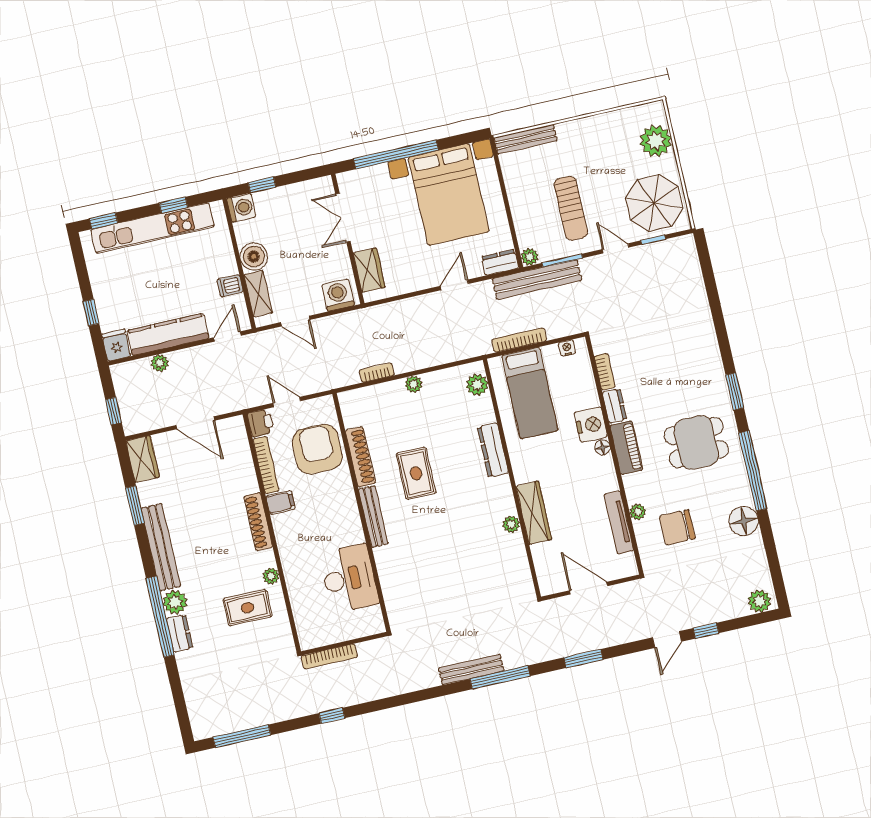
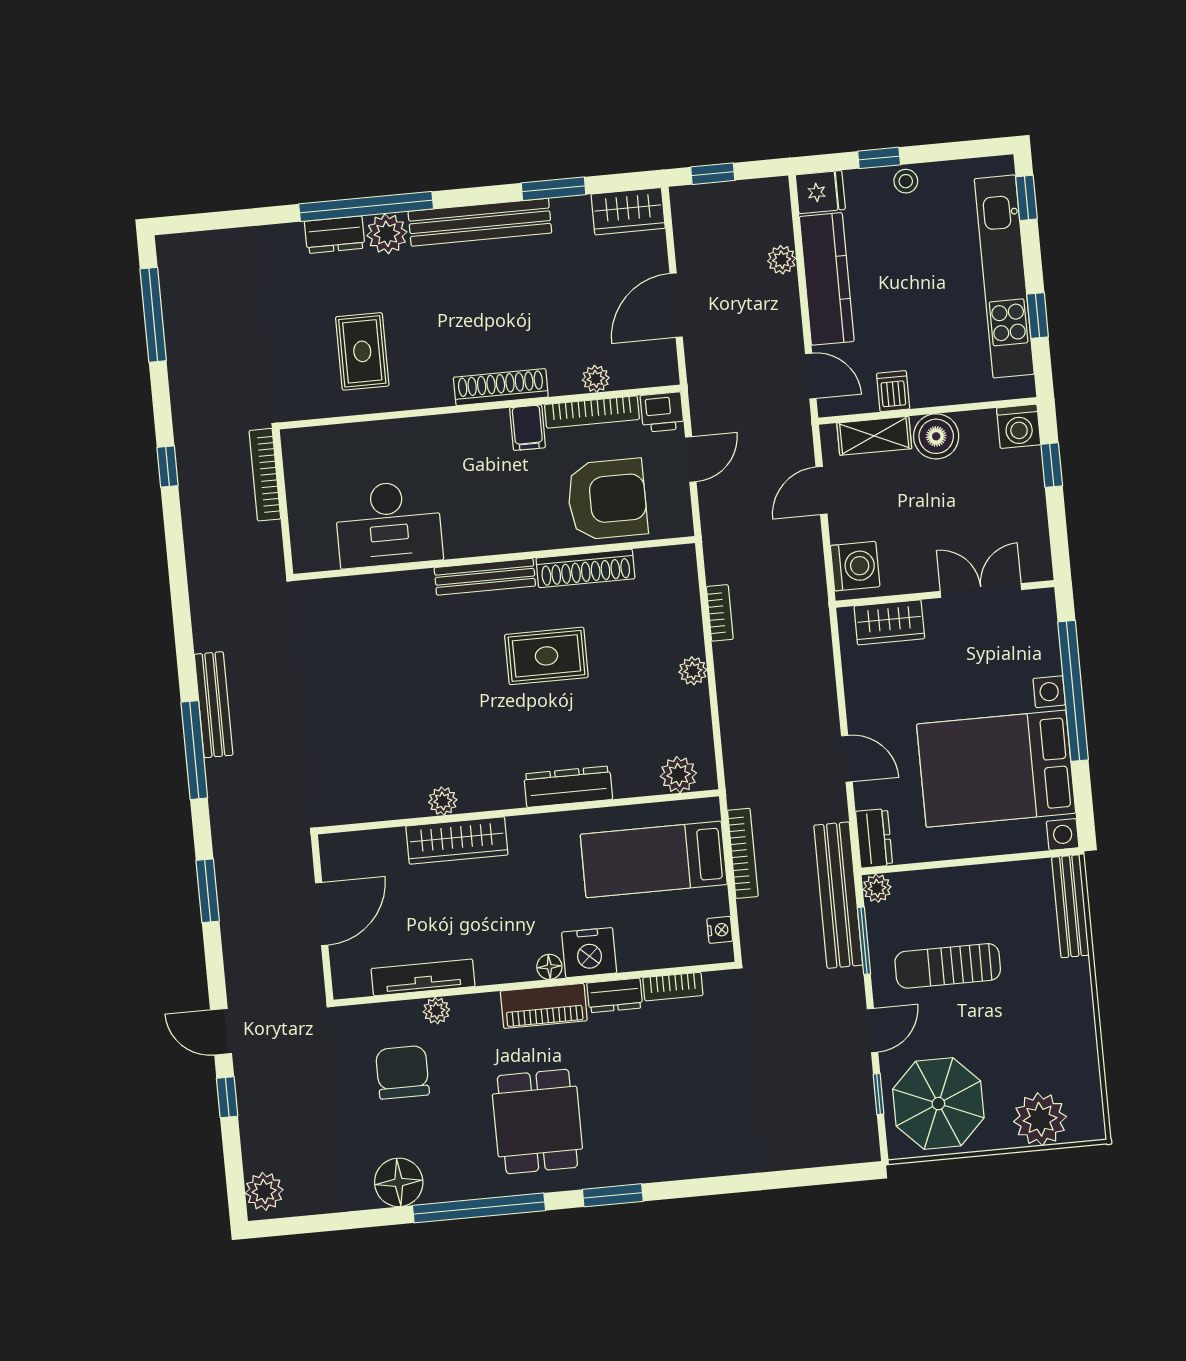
stool: (103, 295) -> (906, 181), added
plant: (271, 576) -> (596, 379), moved

